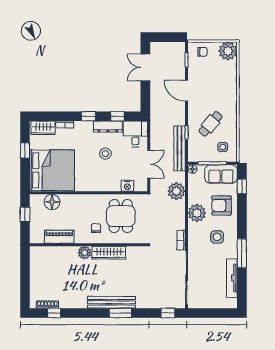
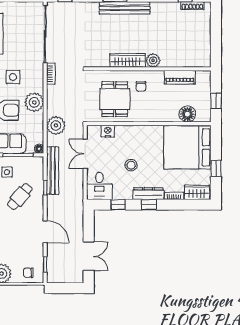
dresser: (108, 127) -> (148, 194), moved

